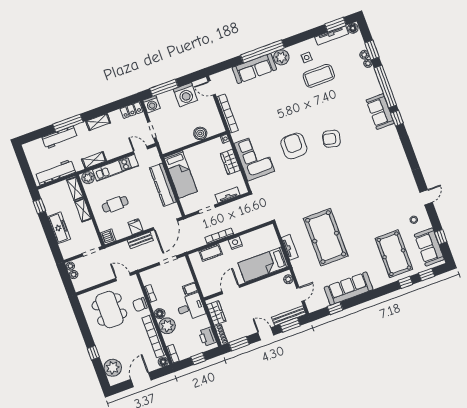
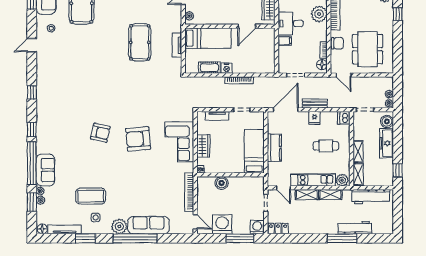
window: (335, 25) -> (86, 238), moved
sofa: (380, 112) -> (45, 170), moved
shelving: (98, 122) -> (307, 195), moved
armchair: (294, 146) -> (138, 139), turned 85
window: (410, 153) -> (32, 93), added
kitchen counter: (163, 185) -> (274, 148), width x0.67
pool table: (326, 237) -> (140, 42), width x0.73, depth x0.76
boiler: (66, 248) -> (387, 121), added
cot: (211, 253) -> (209, 68), moved
floor lamp: (160, 314) -> (322, 65), moved

